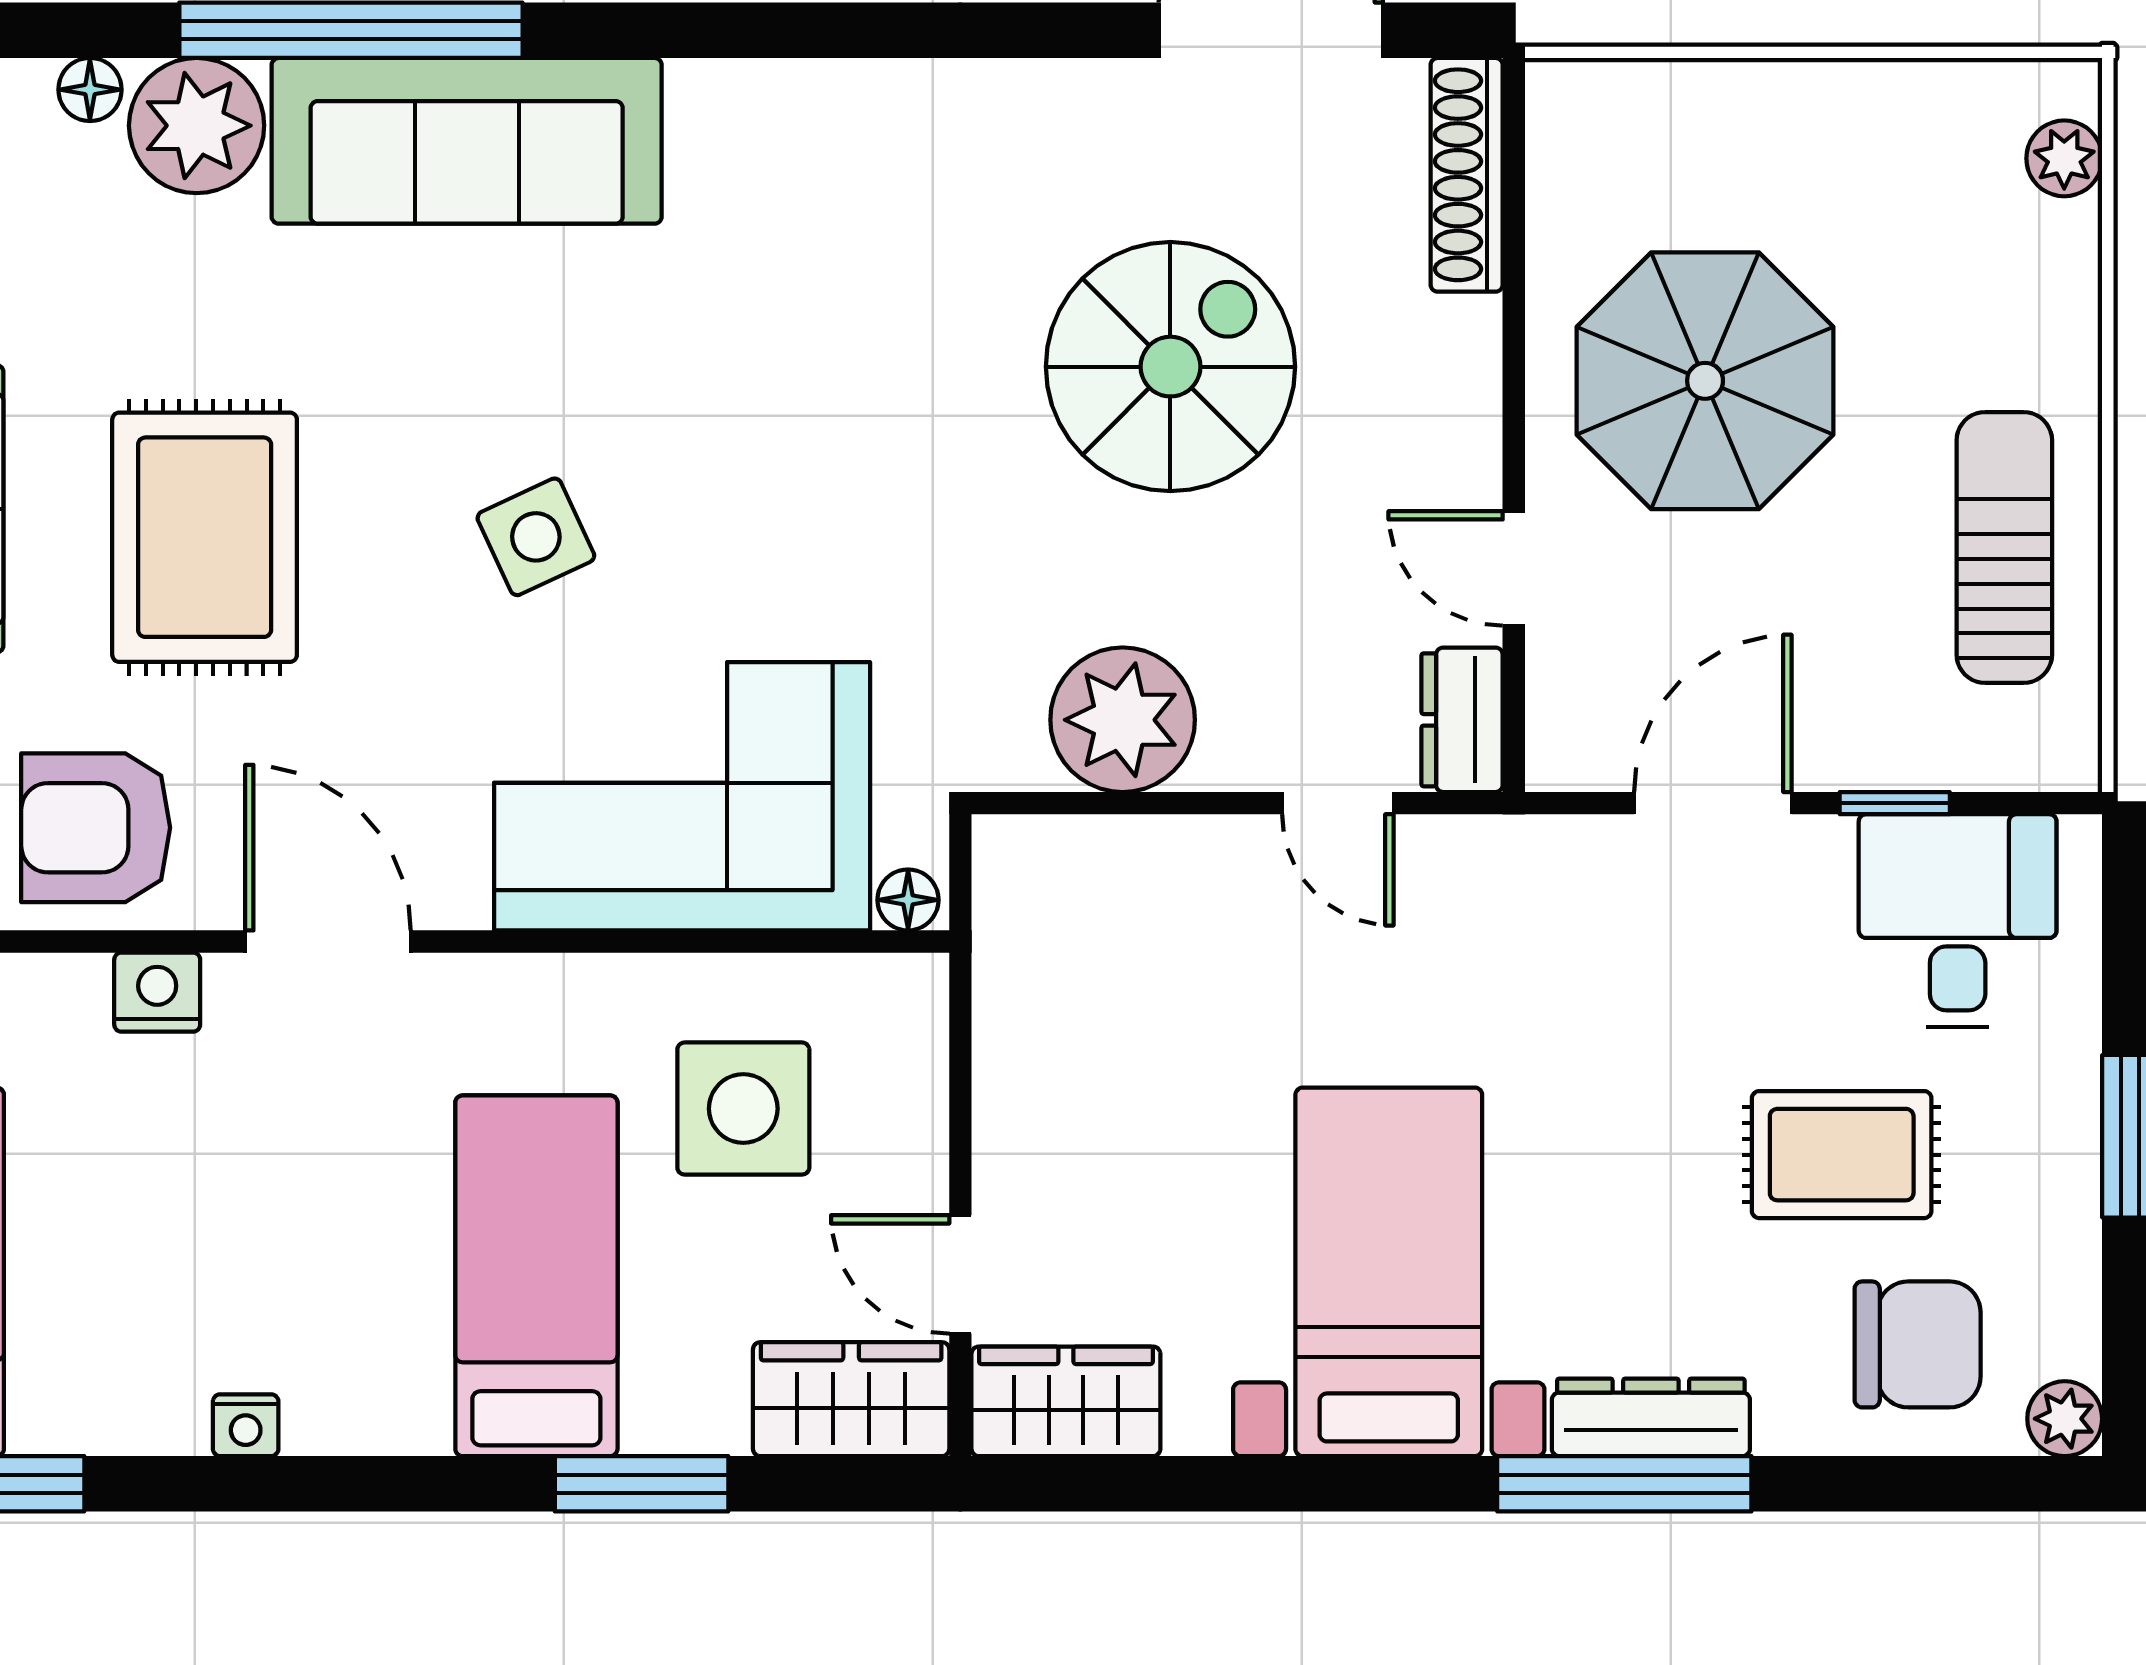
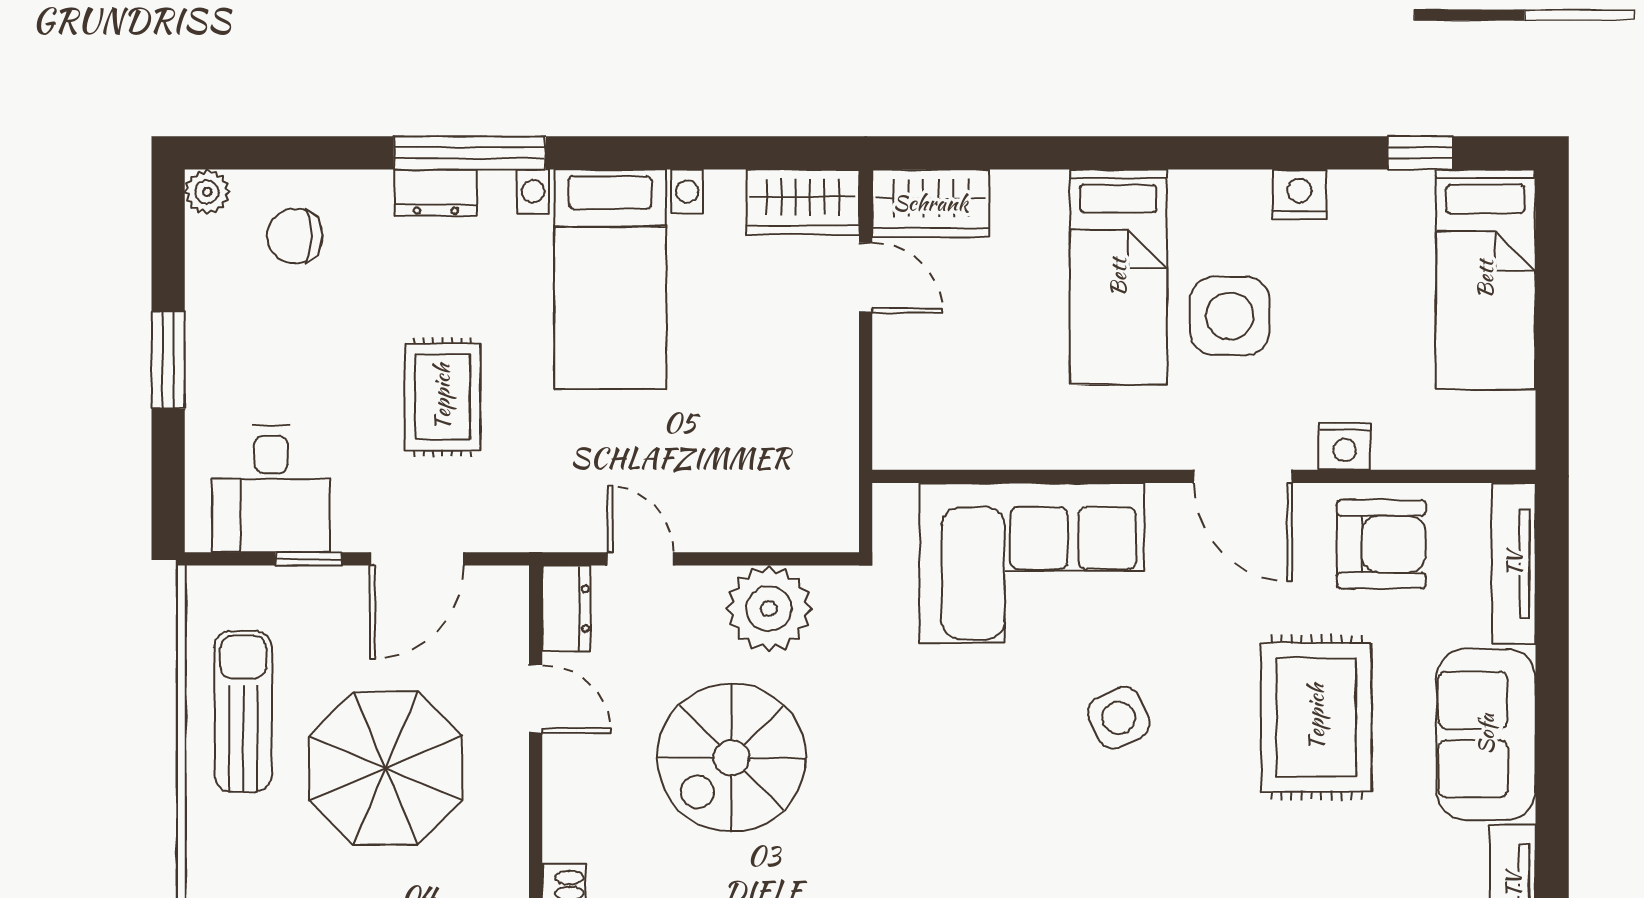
spiral stairs: (1170, 367) -> (731, 758), moved
parasol: (1705, 381) -> (385, 768), moved
sun lounger: (2004, 547) -> (243, 711), turned 180
floor lamp: (908, 900) -> (897, 501), removed
side table: (743, 1109) -> (1230, 316), moved
rug: (1842, 1155) -> (442, 397), moved, turned 90
chair: (1918, 1344) -> (295, 236), width x0.73, depth x0.73
dresser: (1651, 1417) -> (436, 193), width x0.70
nightstand: (246, 1425) -> (1299, 194), width x1.39, depth x1.35
window: (642, 1484) -> (1056, 153), removed

